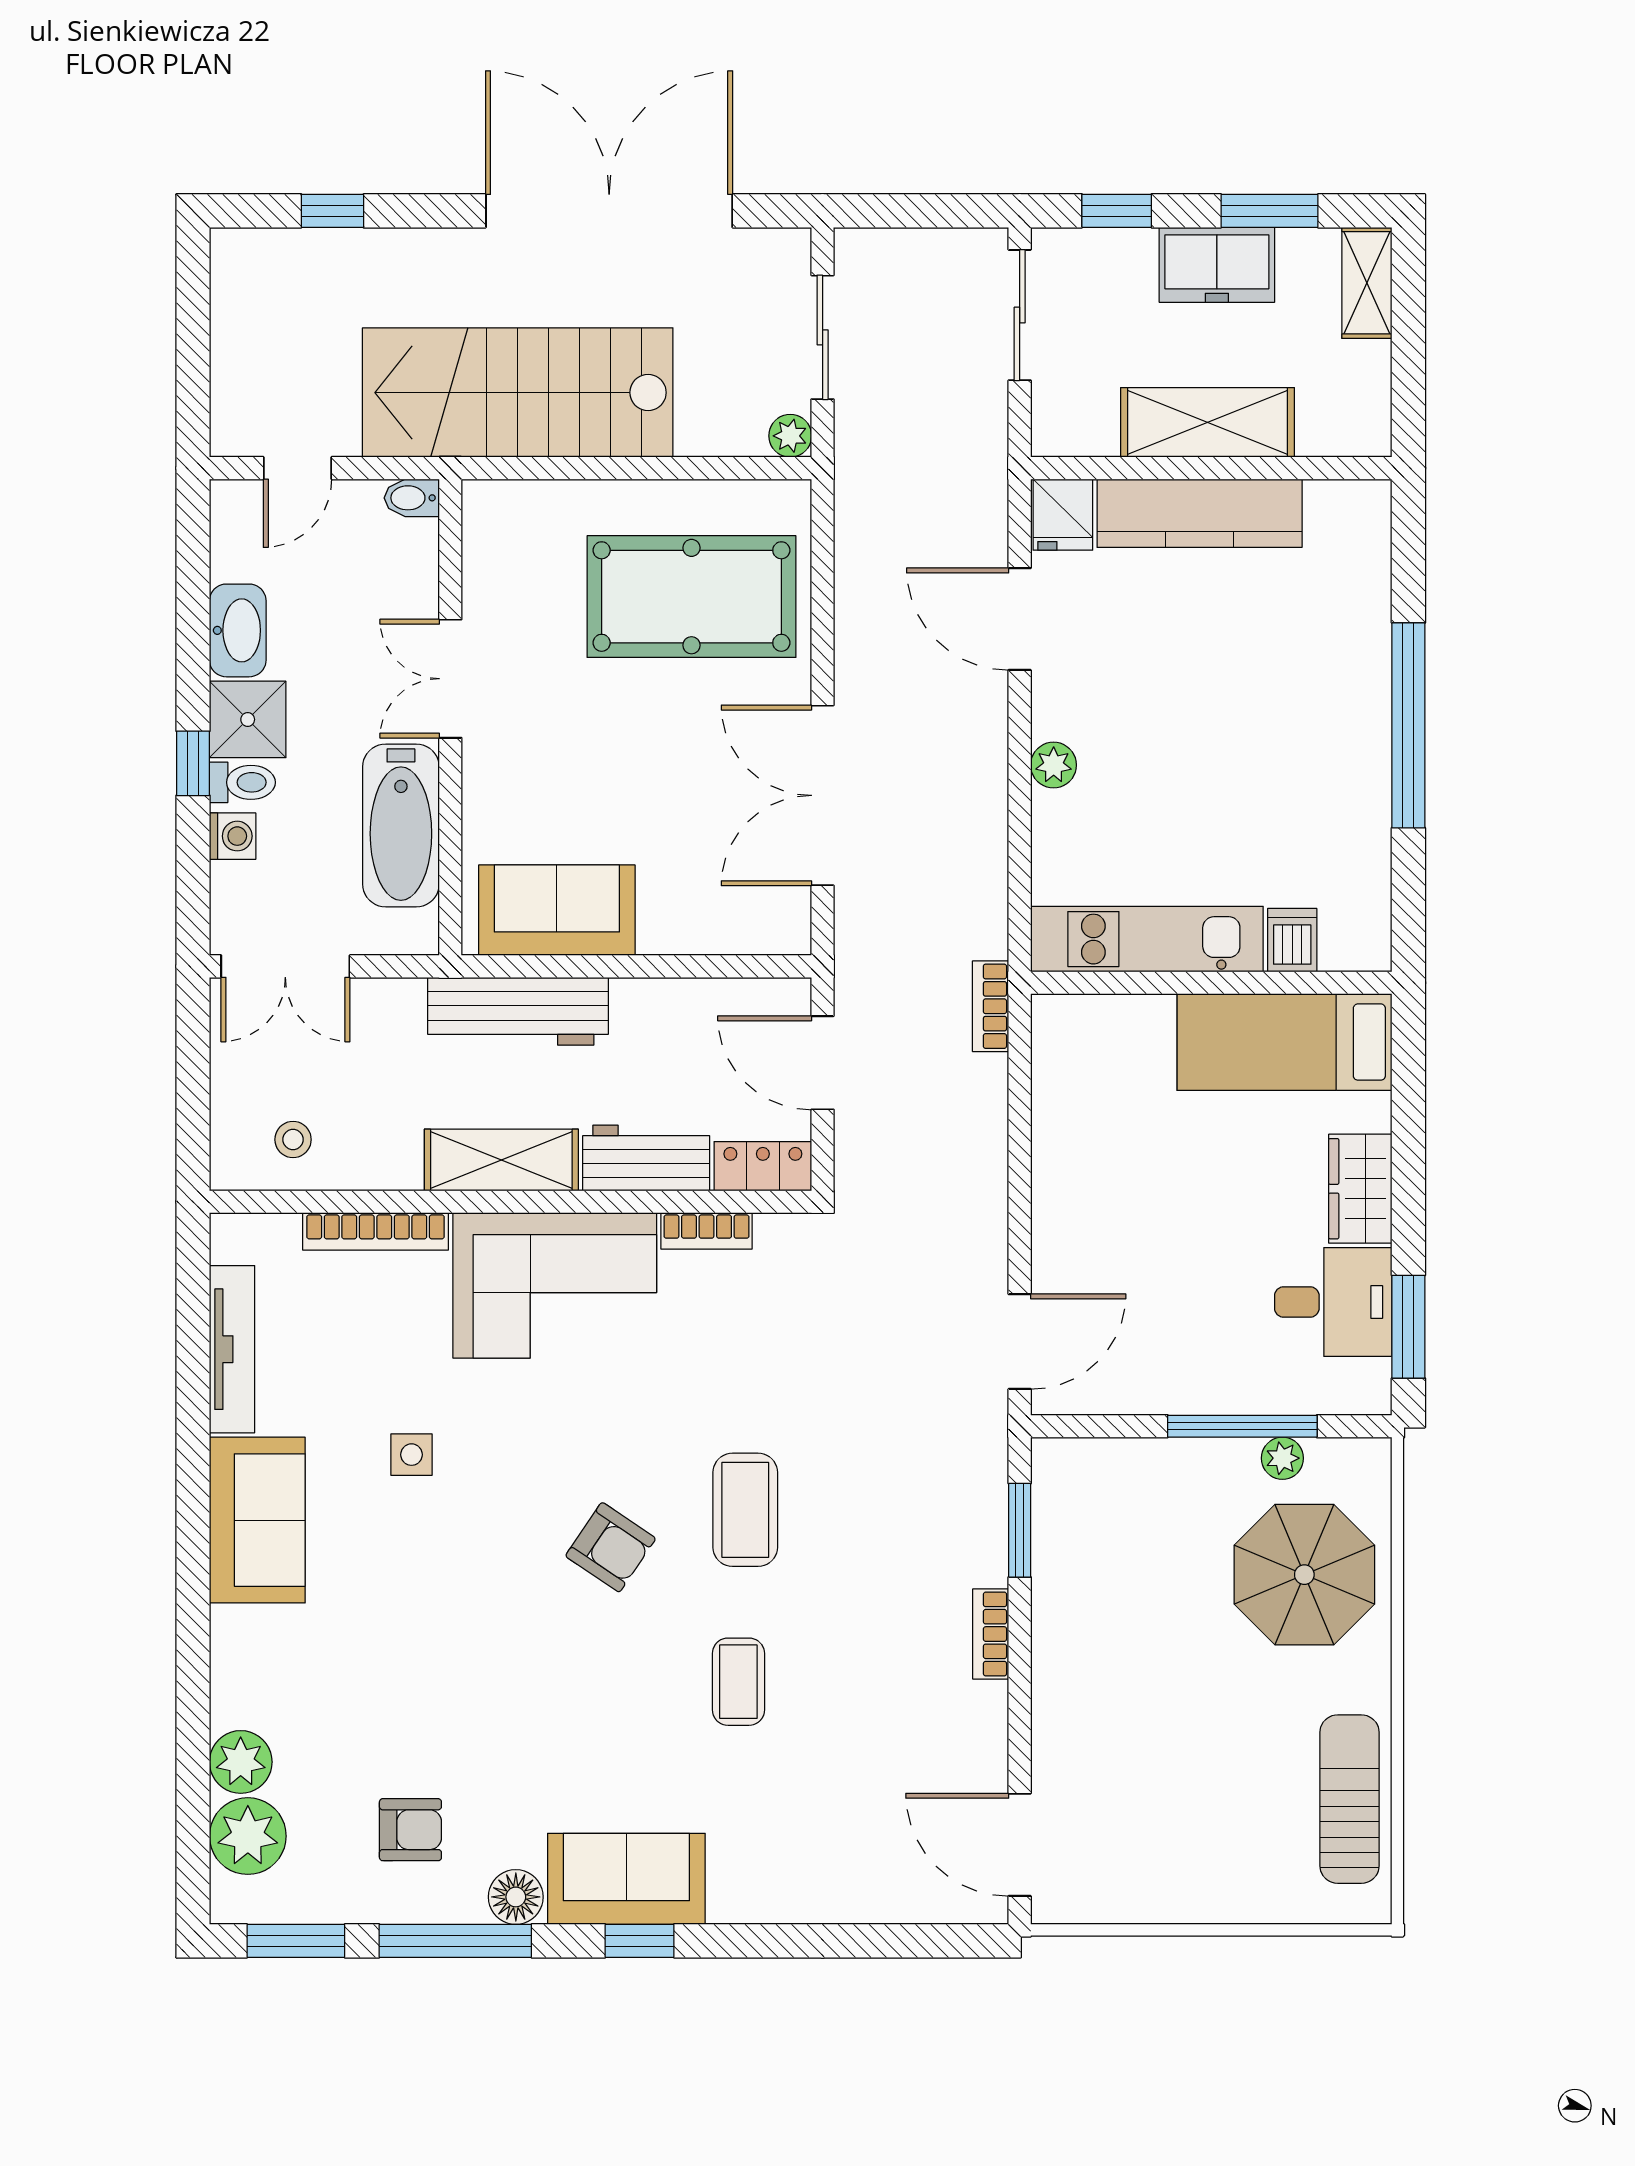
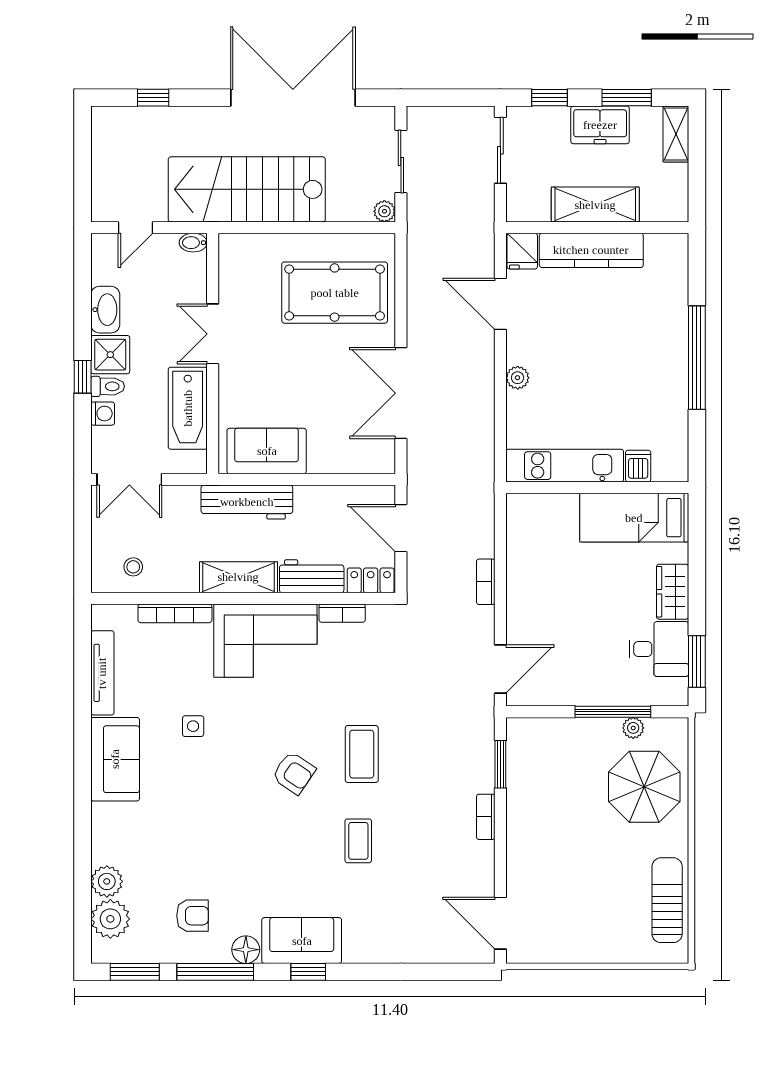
bookcase: (991, 1006) -> (486, 582), moved

